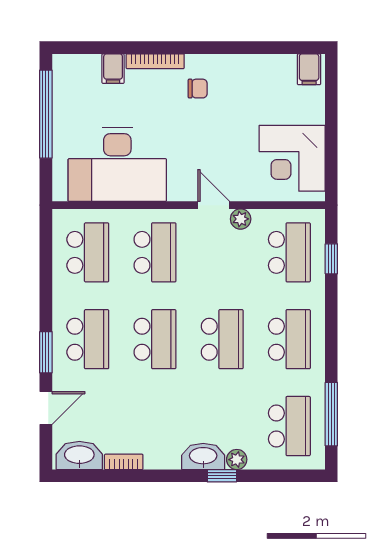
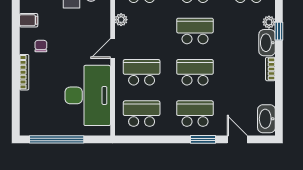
filing cabinet: (113, 69) -> (29, 20), moved
door: (214, 205) -> (113, 48), moved
bookcase: (124, 462) -> (270, 69), moved

